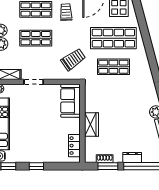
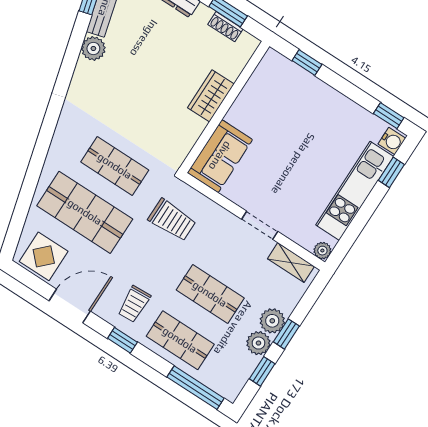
trolley: (73, 59) -> (172, 220), turned -145
locker: (74, 146) -> (261, 80), removed
window: (36, 166) -> (307, 62), moved

